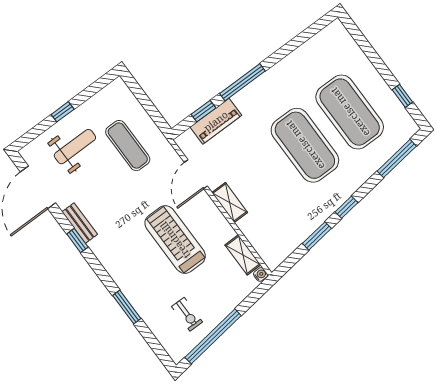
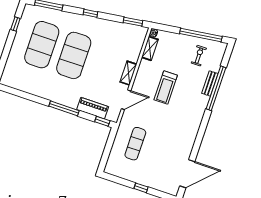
window: (203, 111) -> (102, 121), moved
weight bench: (75, 147) -> (154, 170), removed
bench: (80, 223) -> (210, 83), moved
window: (317, 236) -> (133, 22), moved
treadmill: (175, 240) -> (166, 87), width x0.73, depth x0.73
window: (77, 241) -> (200, 136), removed
window: (127, 307) -> (216, 88), width x2.11

